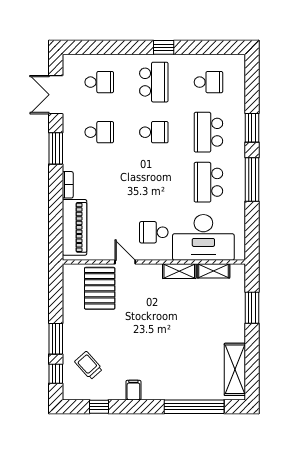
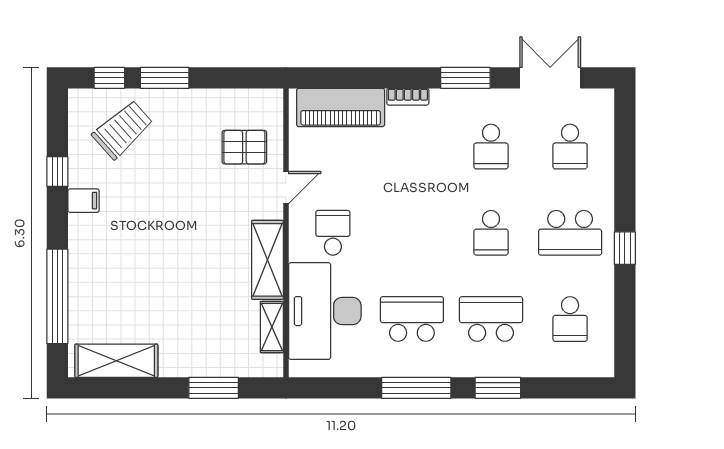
shelving: (179, 271) -> (268, 260), width x1.50, depth x1.33
pallet: (100, 288) -> (244, 147), width x0.67, depth x0.71
trolley: (88, 365) -> (123, 130), width x1.36, depth x1.39
window: (99, 407) -> (57, 172), moved

